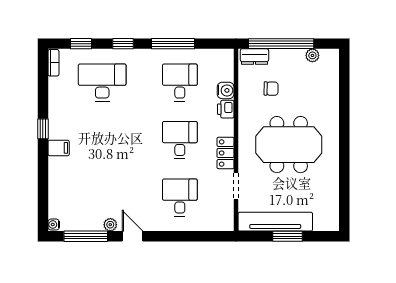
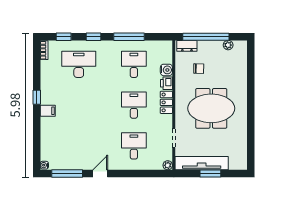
locker: (226, 153) -> (166, 102), moved
plant: (110, 225) -> (168, 165), moved
door: (133, 236) -> (100, 174), hinge flipped

